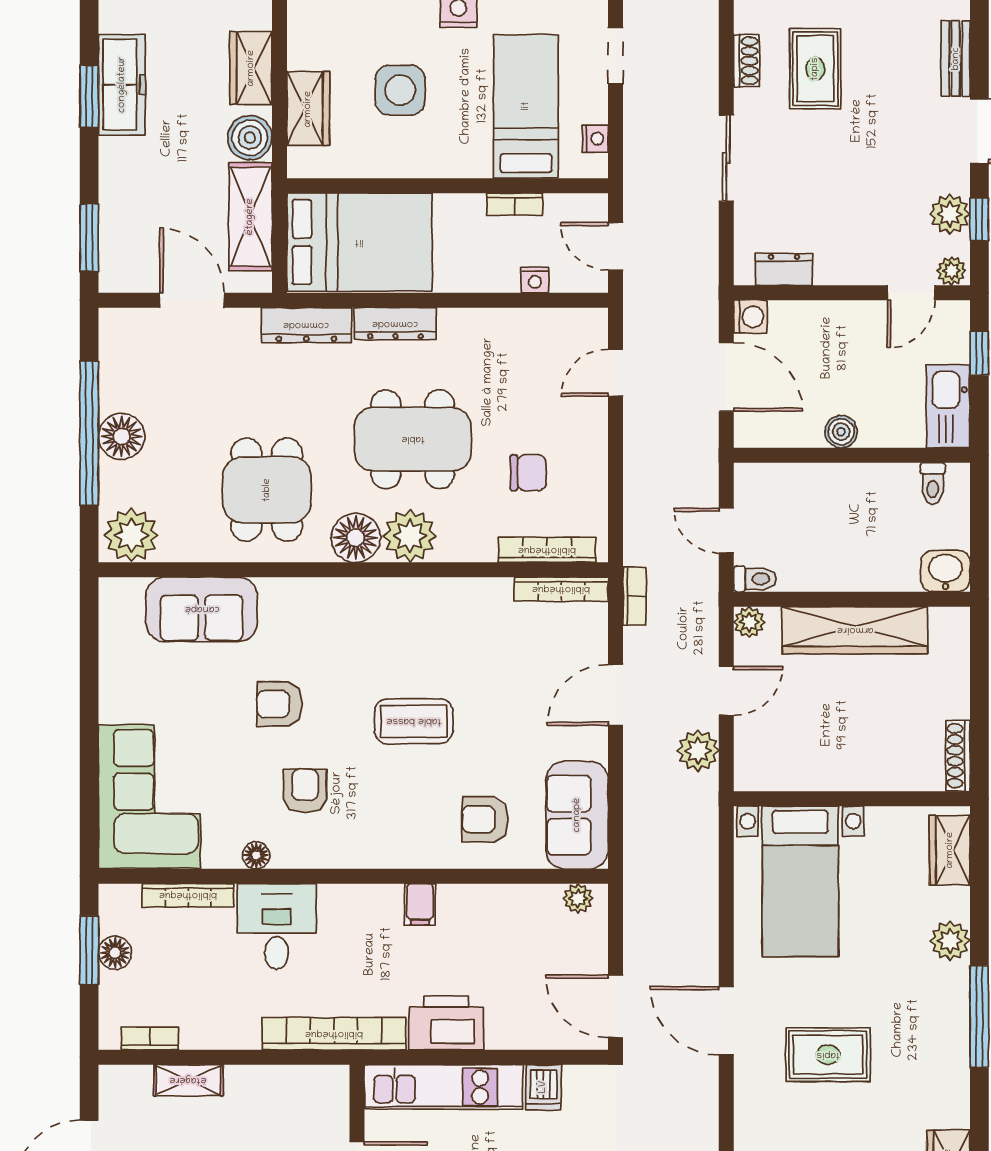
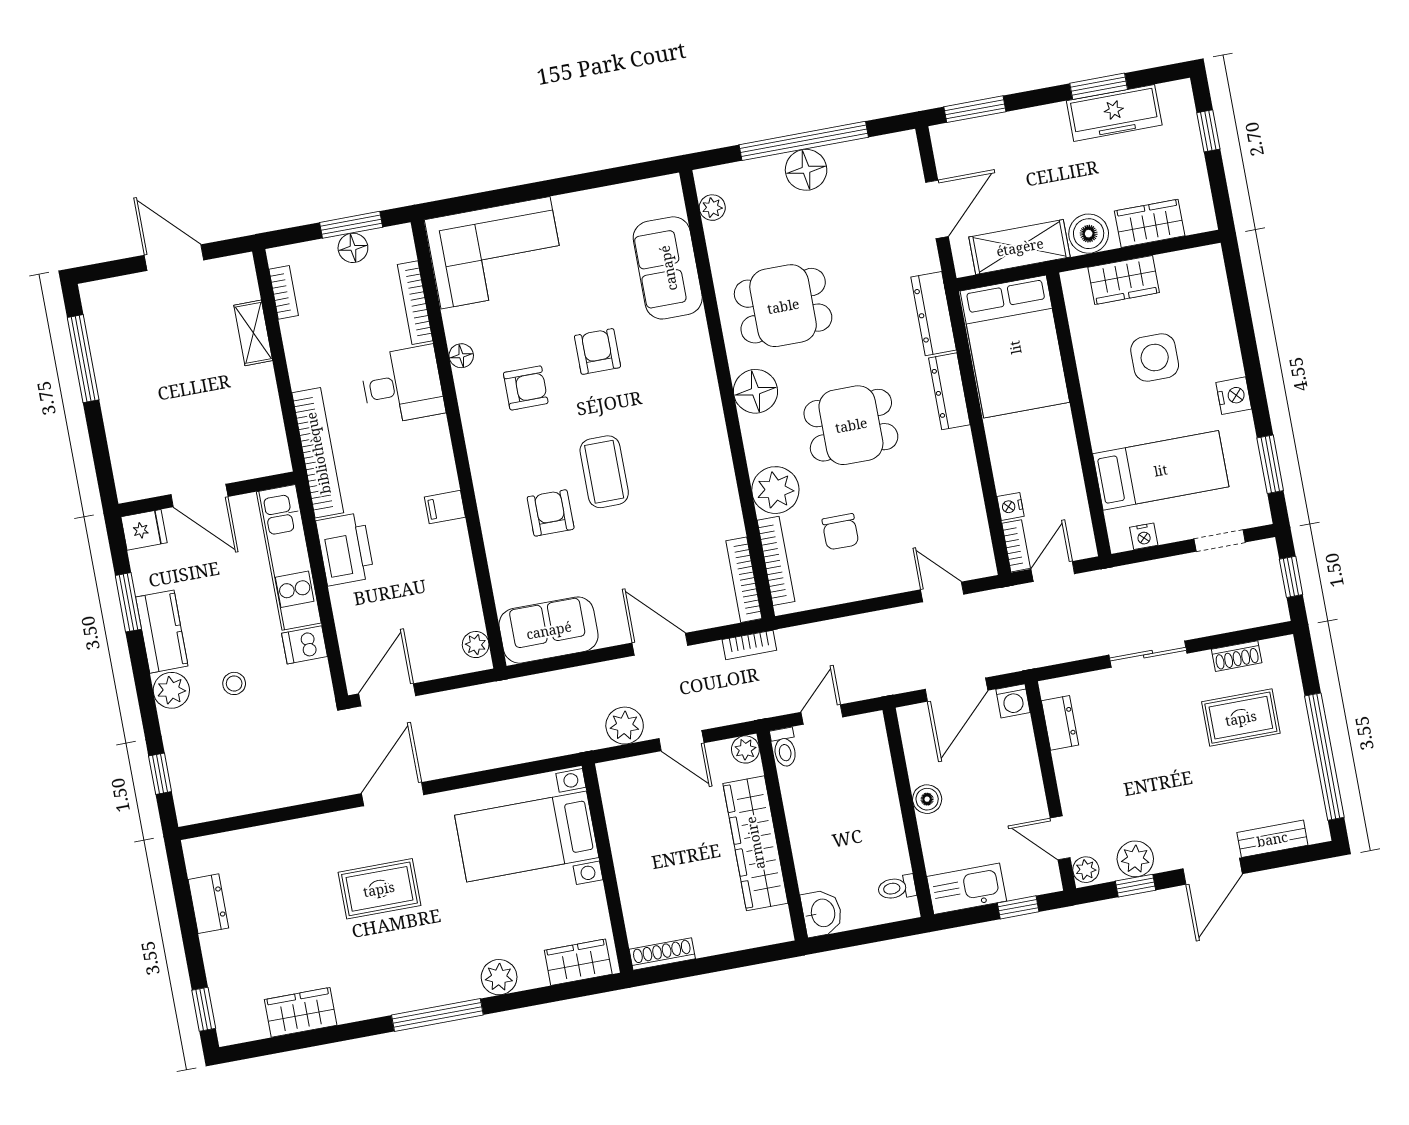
bookcase: (515, 204) -> (1016, 546), moved, turned 180
dining table: (413, 439) -> (851, 425), width x0.73
plant: (131, 535) -> (712, 208), width x0.53, depth x0.53
plant: (410, 536) -> (775, 490), moved
armchair: (485, 819) -> (551, 513), moved
rug: (828, 1055) -> (379, 889), turned 90

